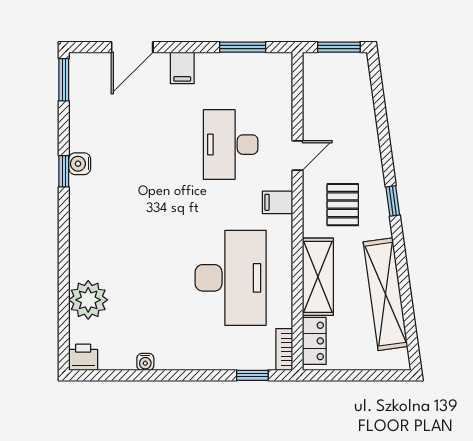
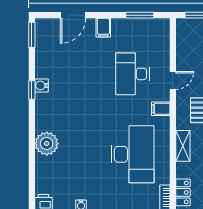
shelving: (318, 277) -> (183, 146), width x0.67, depth x0.75
plant: (88, 300) -> (47, 144), moved

